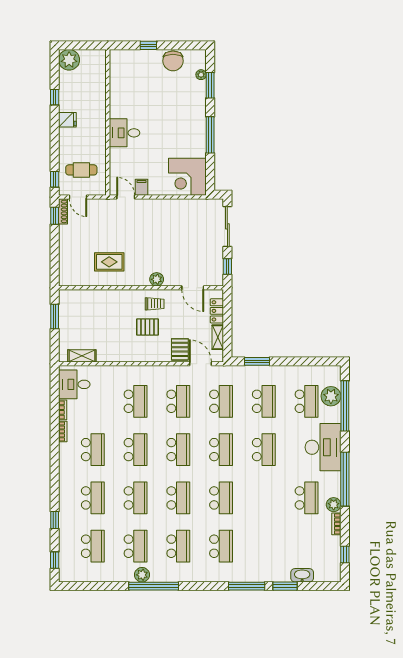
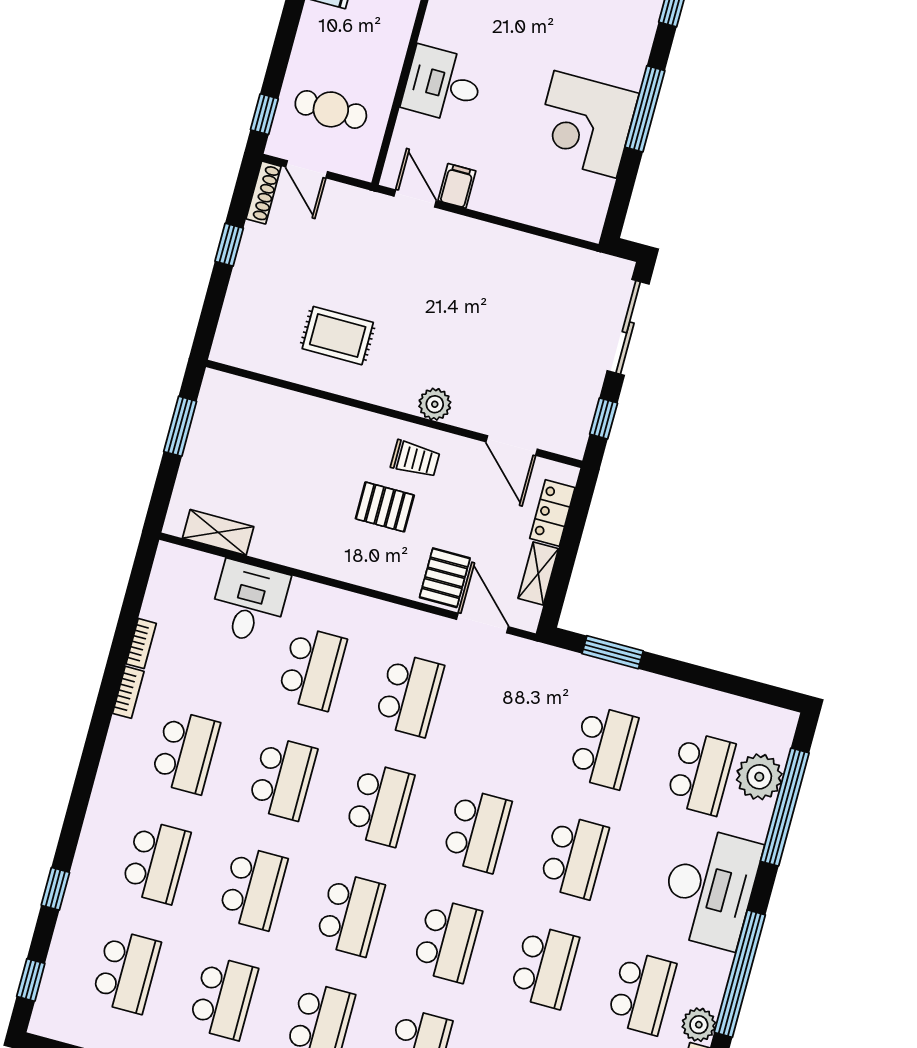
desk: (125, 133) -> (443, 84), moved
corner desk: (187, 177) -> (585, 124), moved
window: (55, 216) -> (229, 245), moved
desk: (74, 384) -> (249, 602), moved, turned 90
school desk: (221, 401) -> (544, 967), moved

